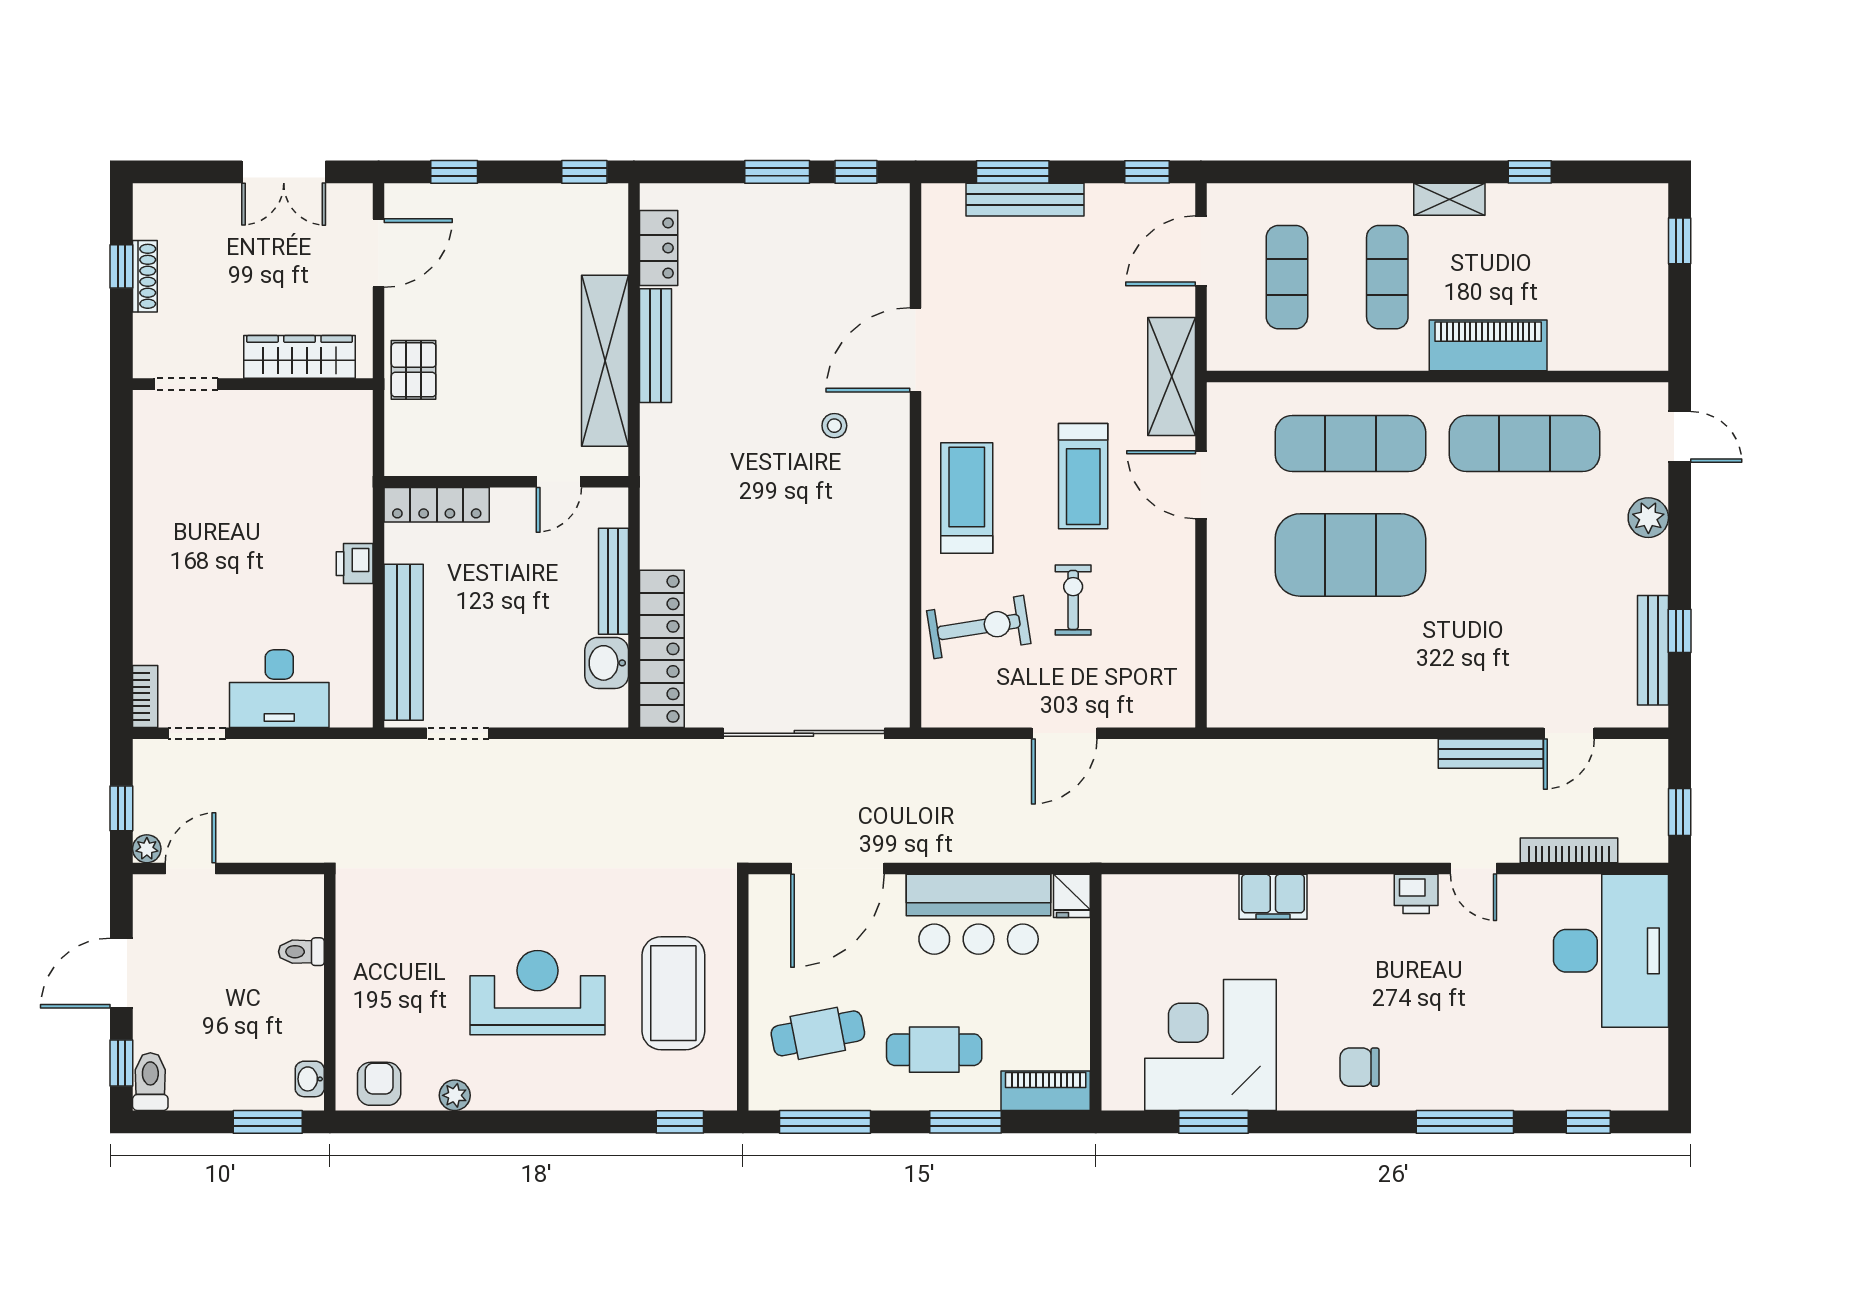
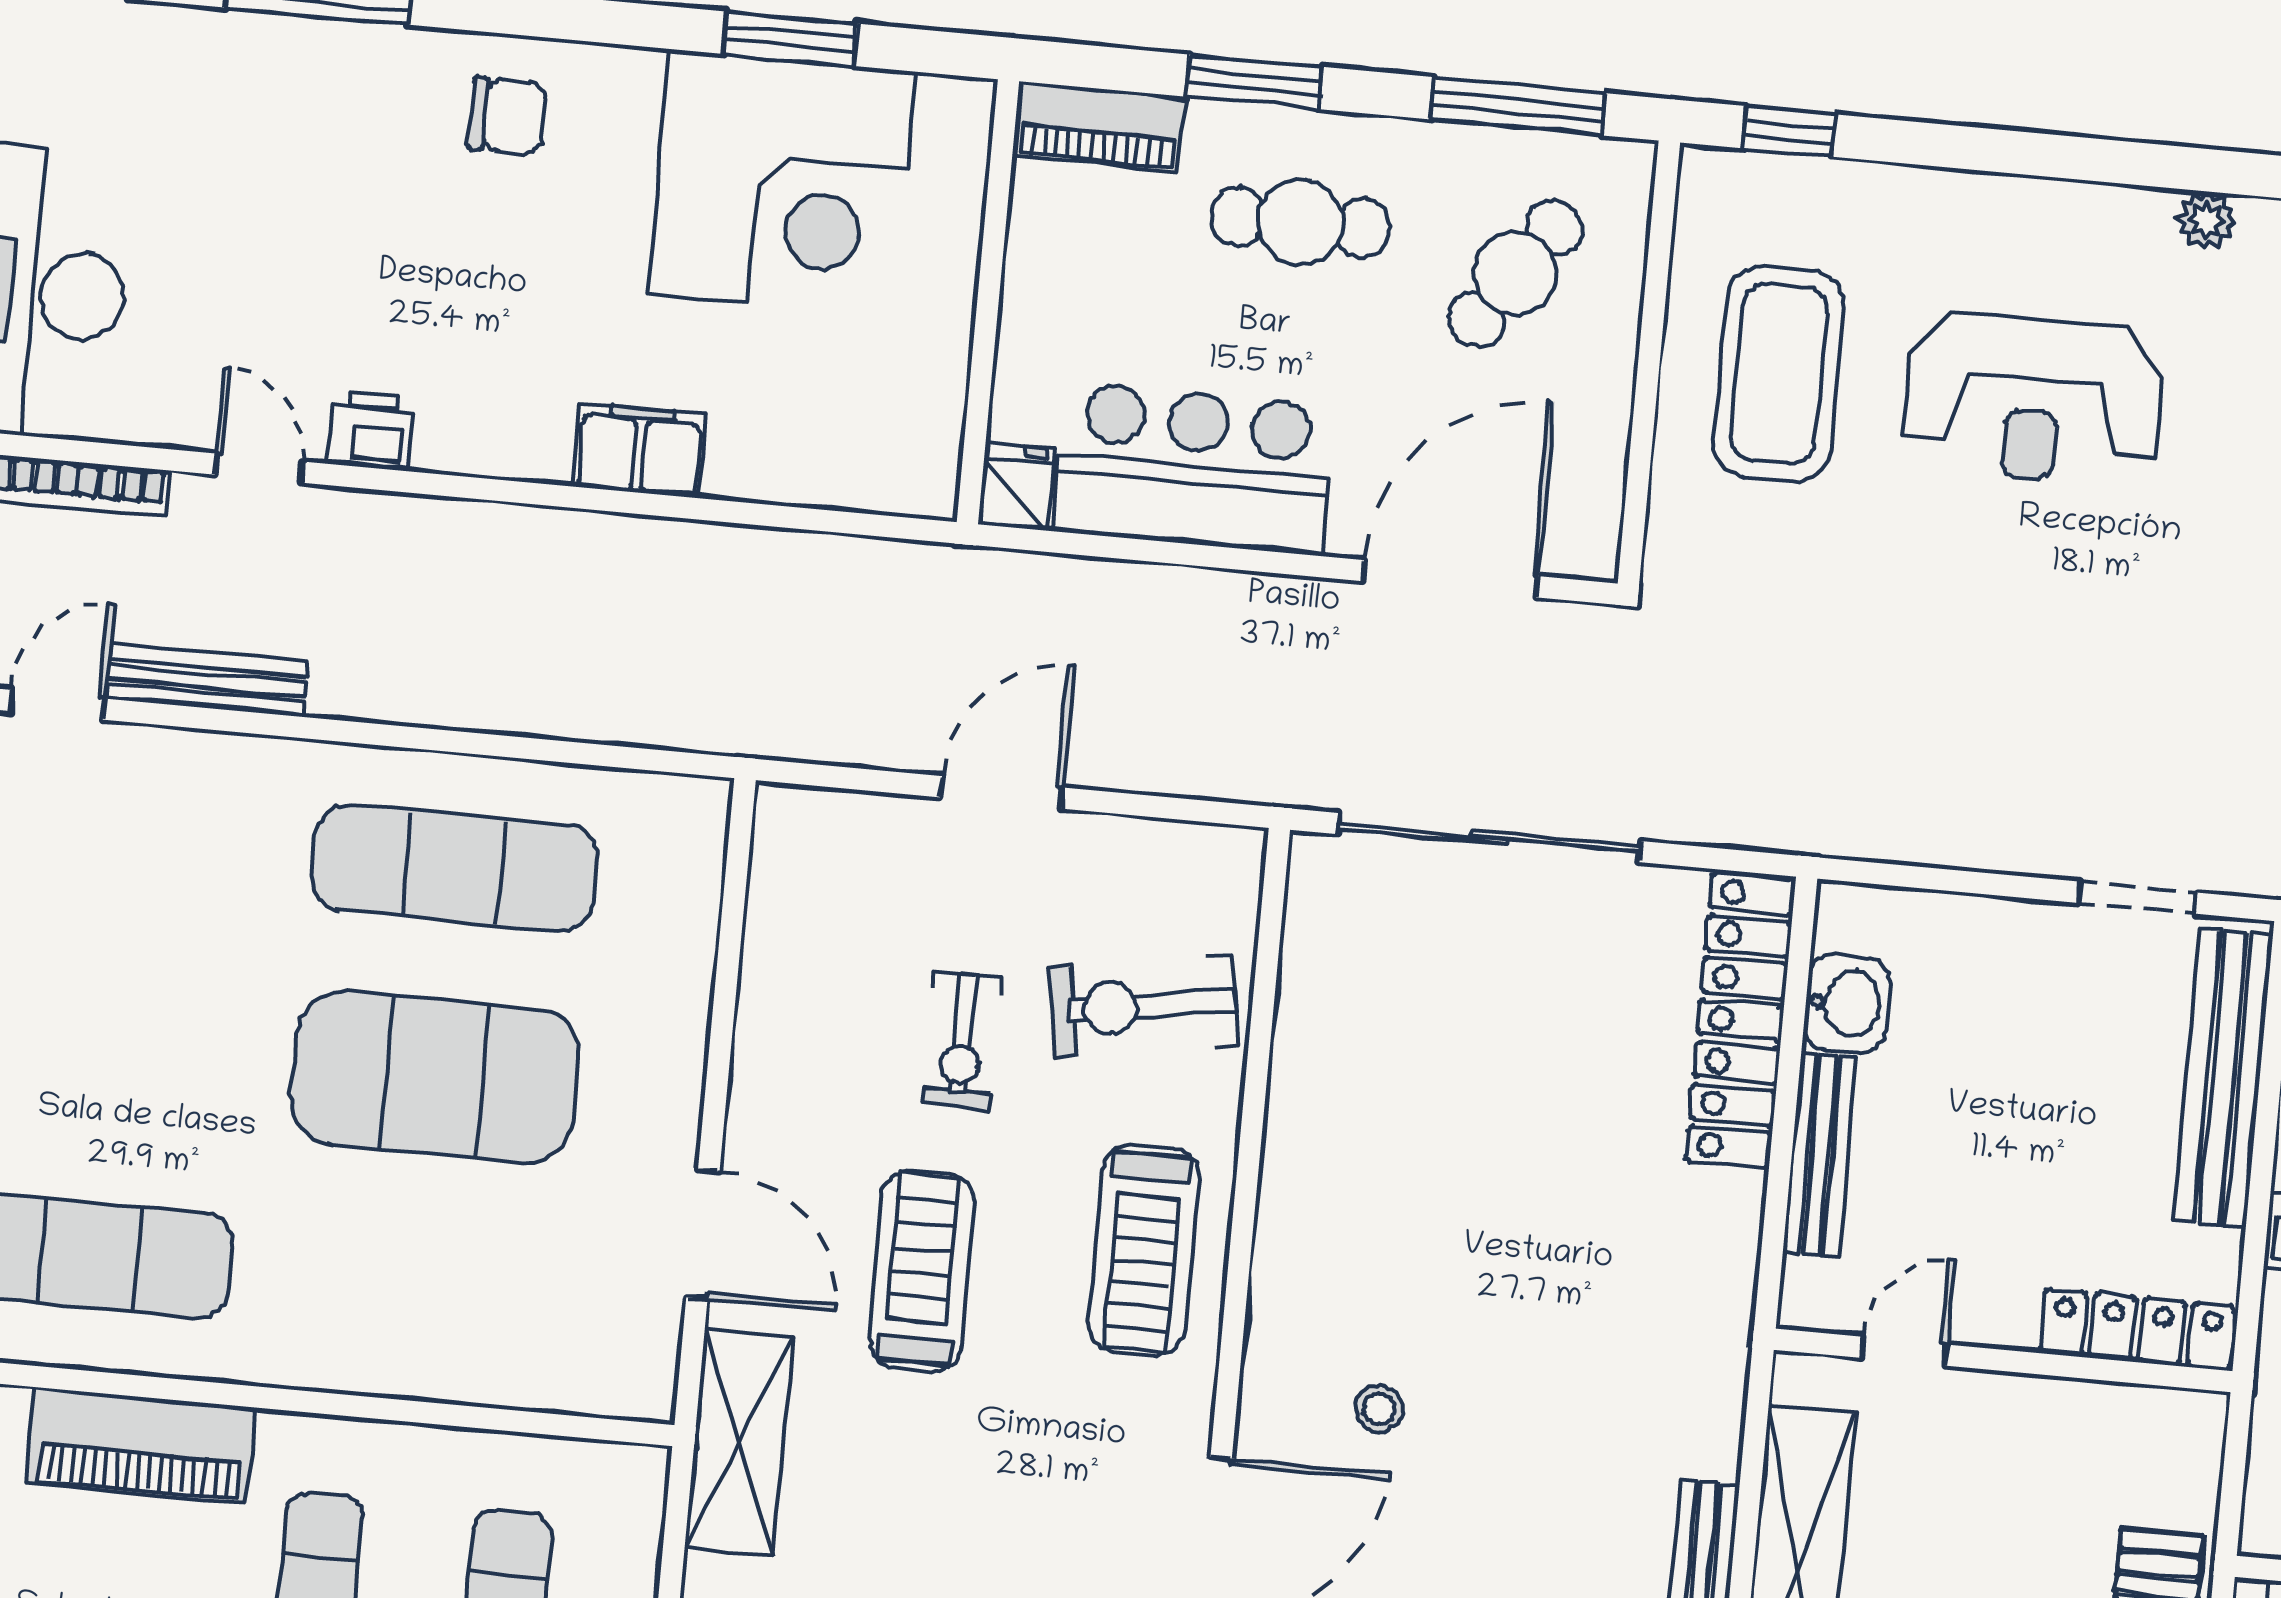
exercise mat: (1350, 443) -> (454, 868), moved
cafe table: (818, 1033) -> (1515, 273), turned -44

